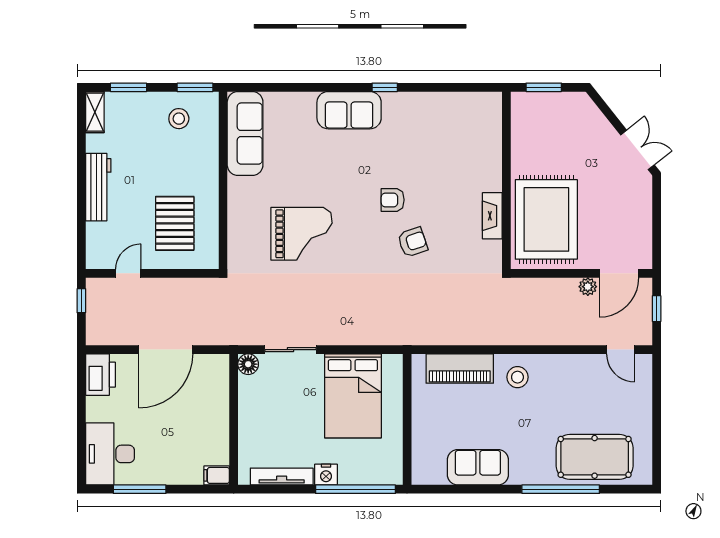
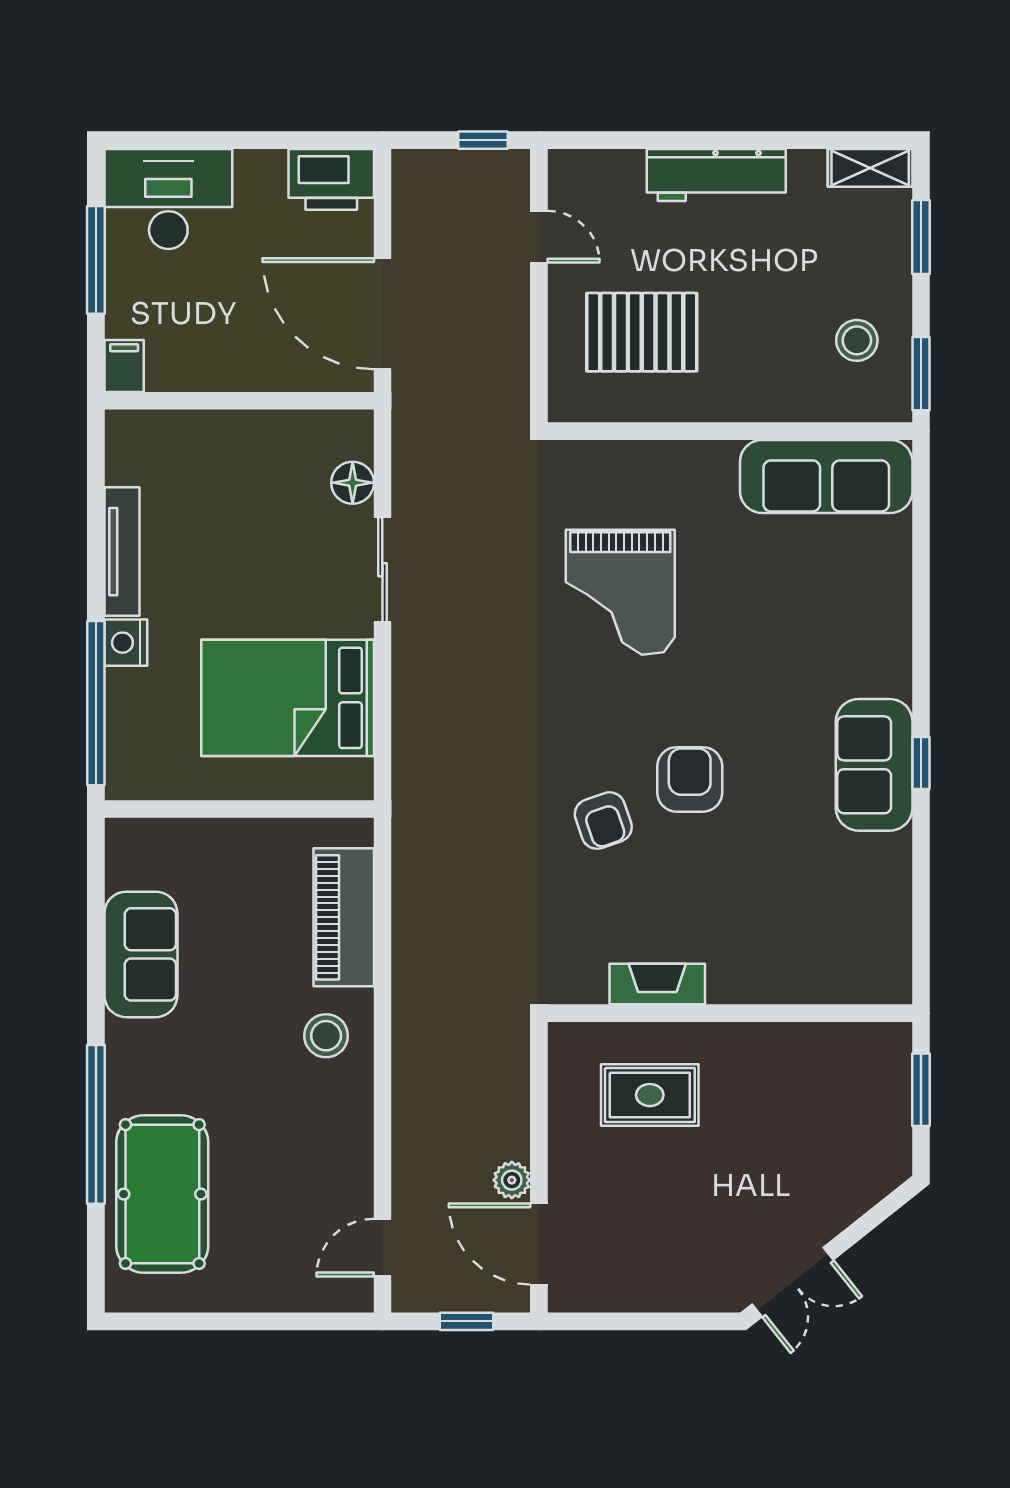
sofa: (349, 110) -> (874, 765), moved
armchair: (393, 200) -> (690, 779), width x1.38, depth x1.38
rug: (546, 219) -> (650, 1095), width x0.54, depth x0.49
wall: (234, 419) -> (239, 401), moved
filing cabinet: (217, 475) -> (124, 366), moved

